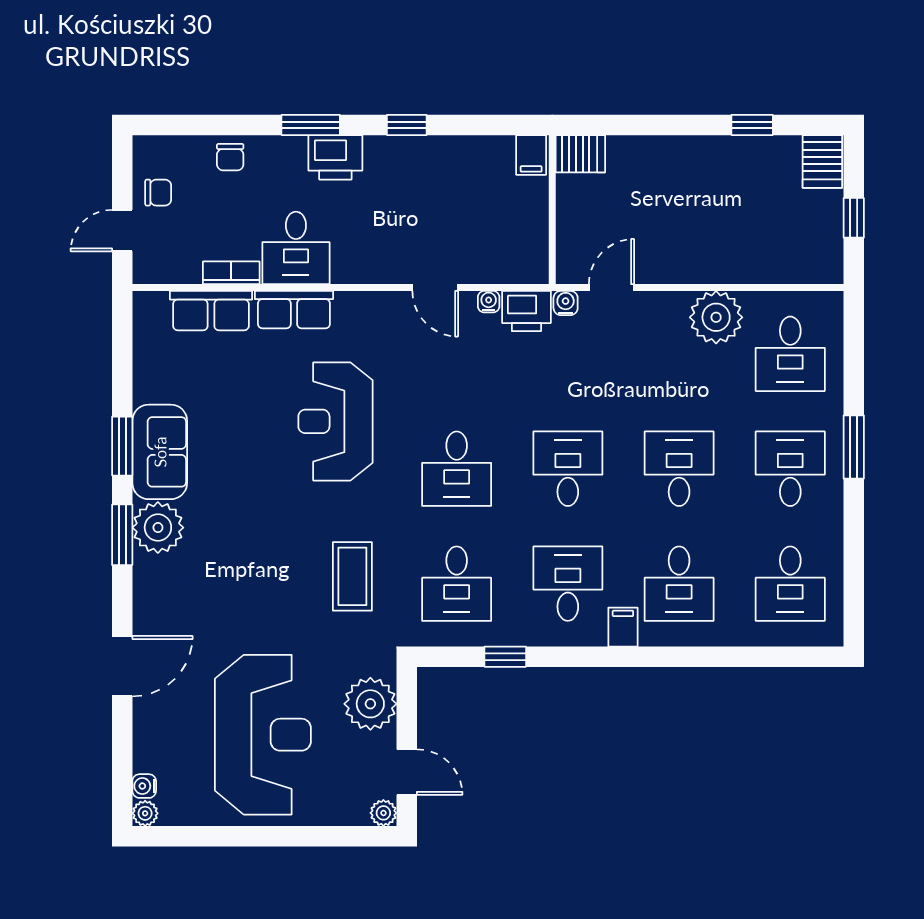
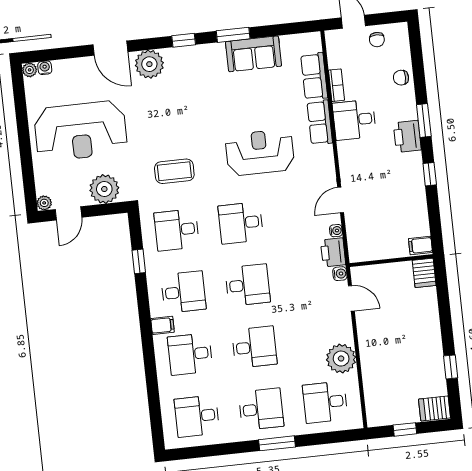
sofa: (160, 452) -> (254, 54), moved
plant: (158, 528) -> (149, 64), moved
window: (122, 535) -> (184, 40), width x0.67

